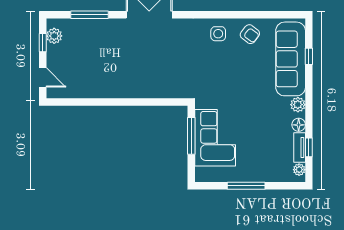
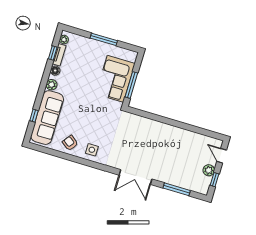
plant: (54, 36) -> (209, 170), moved

